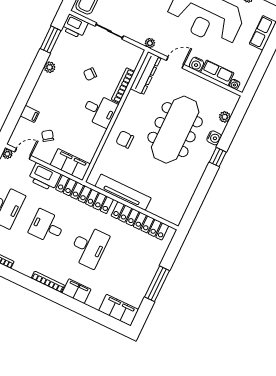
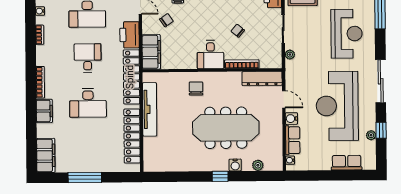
plant: (150, 43) -> (290, 55), moved

